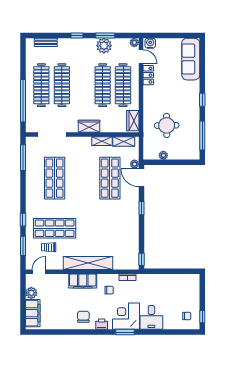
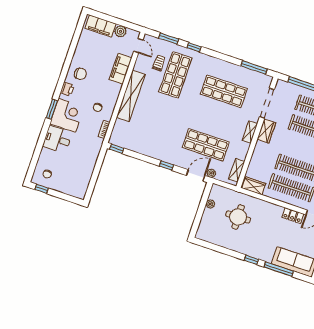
wardrobe: (89, 126) -> (266, 131), moved
window: (202, 136) -> (279, 269), moved
shelving: (102, 141) -> (250, 132), moved
filing cabinet: (83, 281) -> (121, 69), moved

